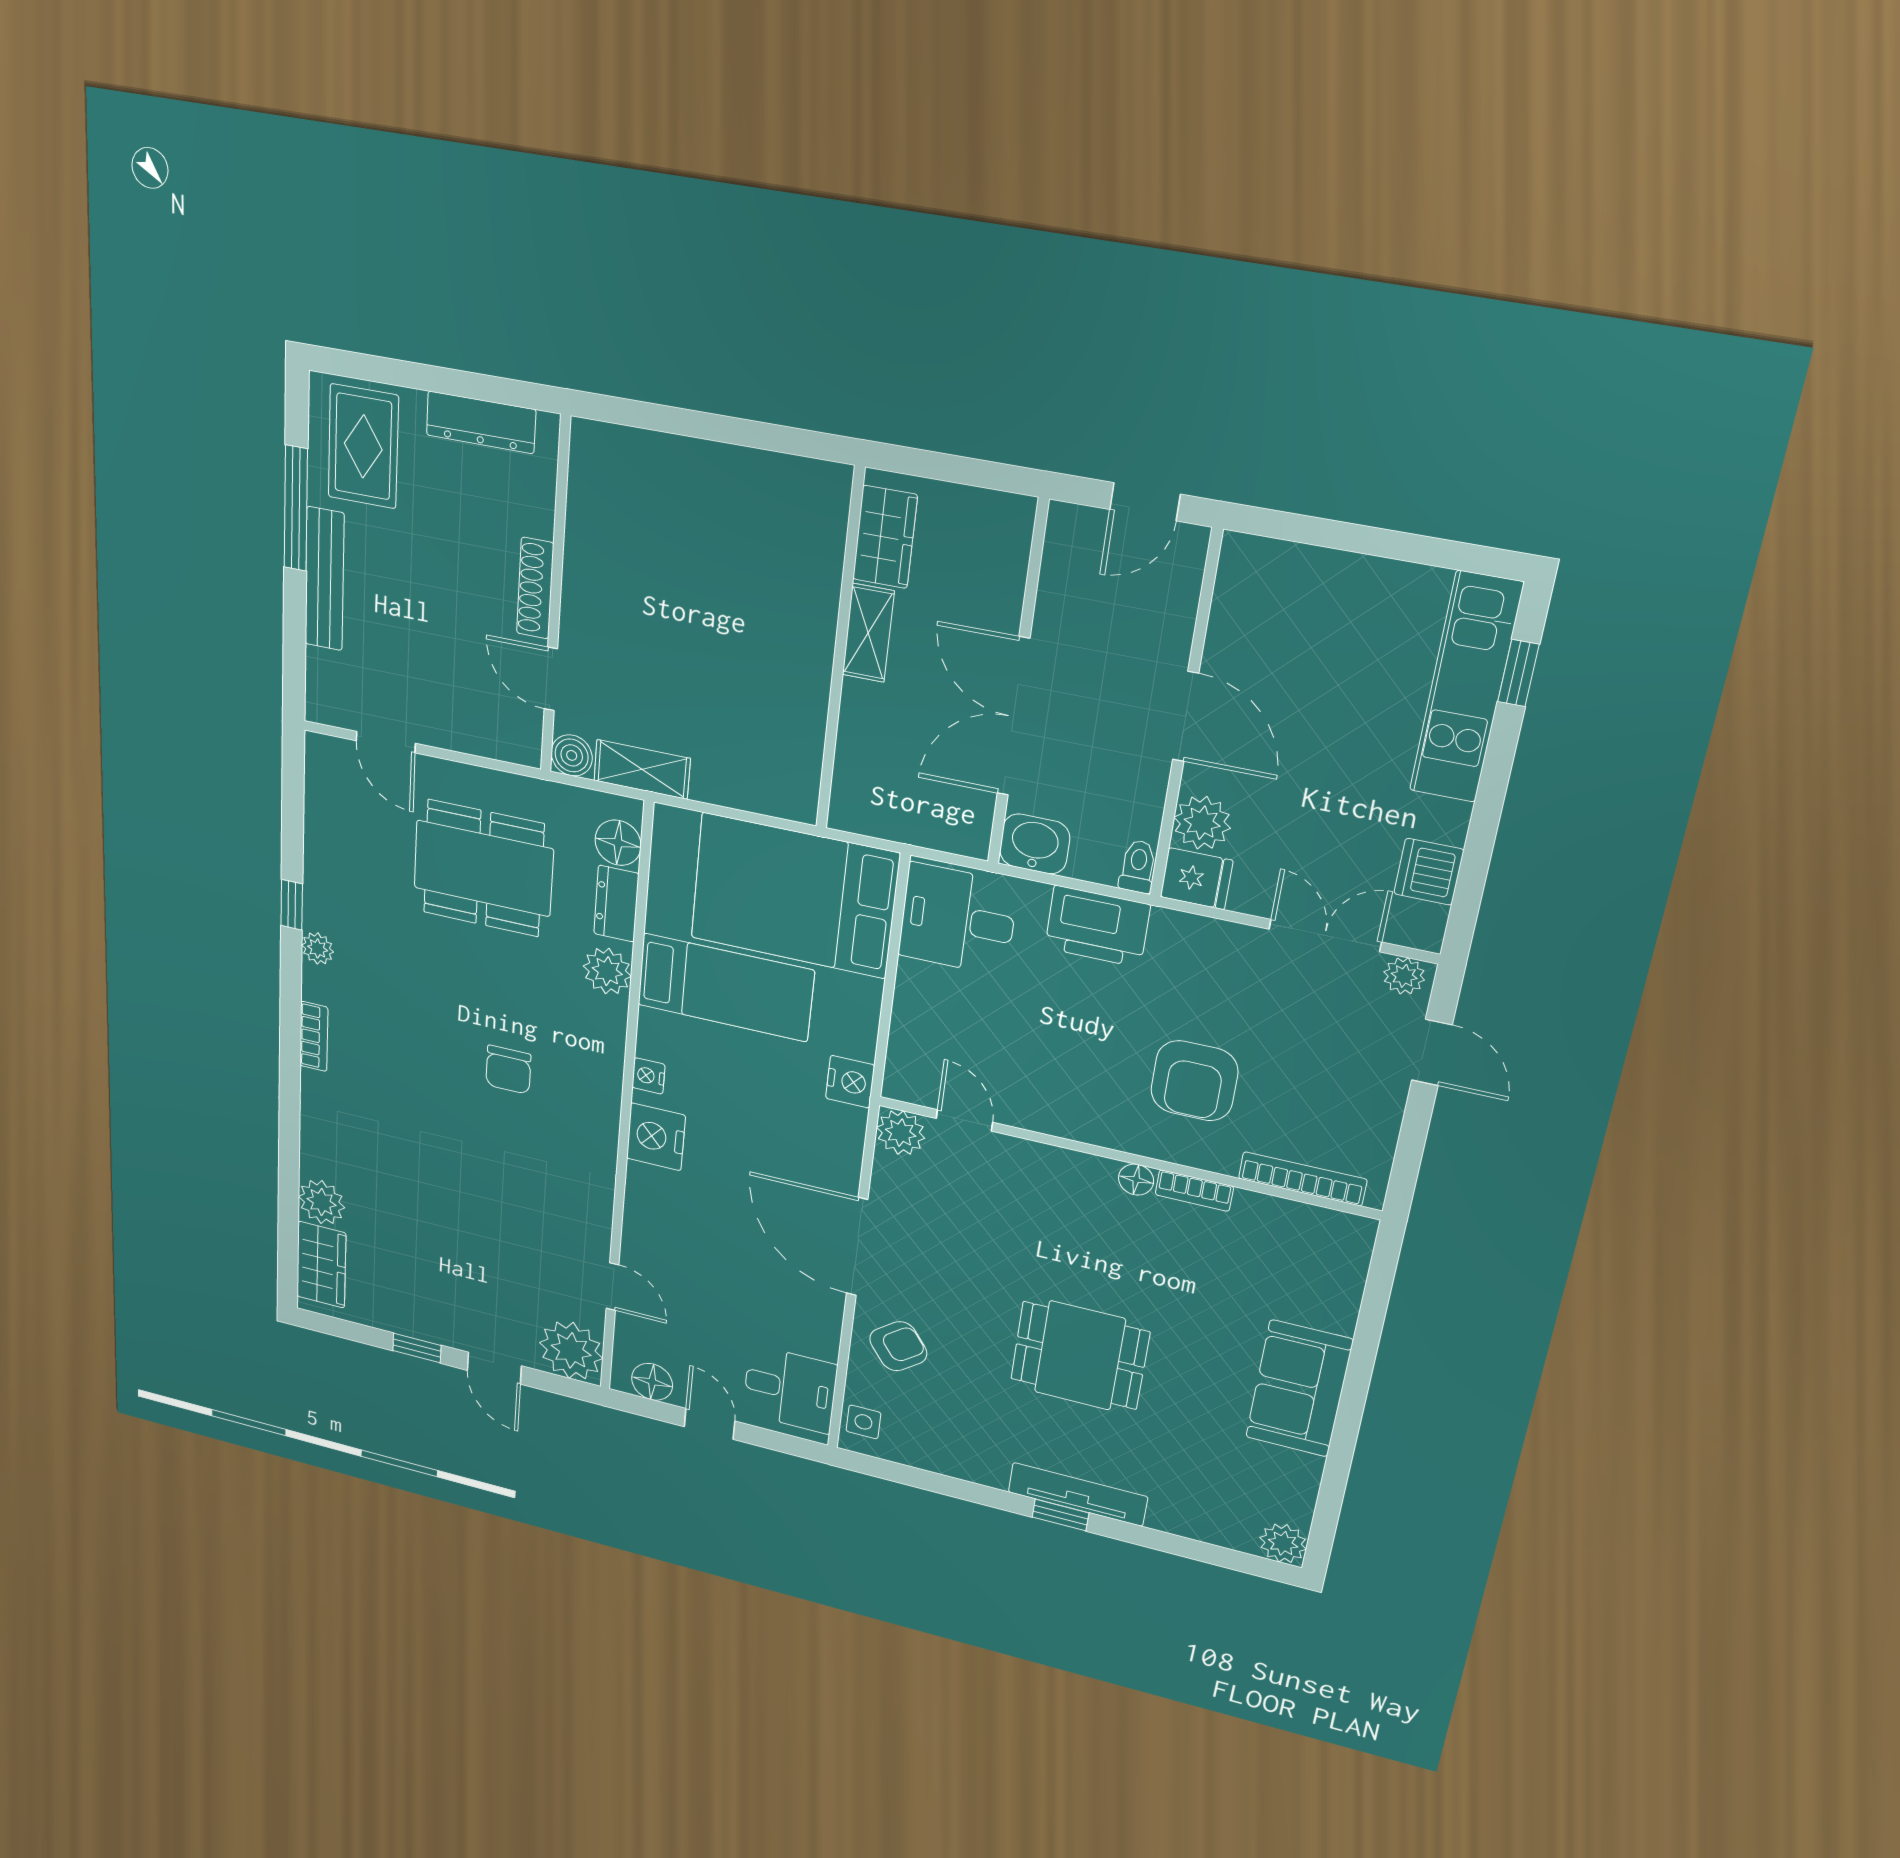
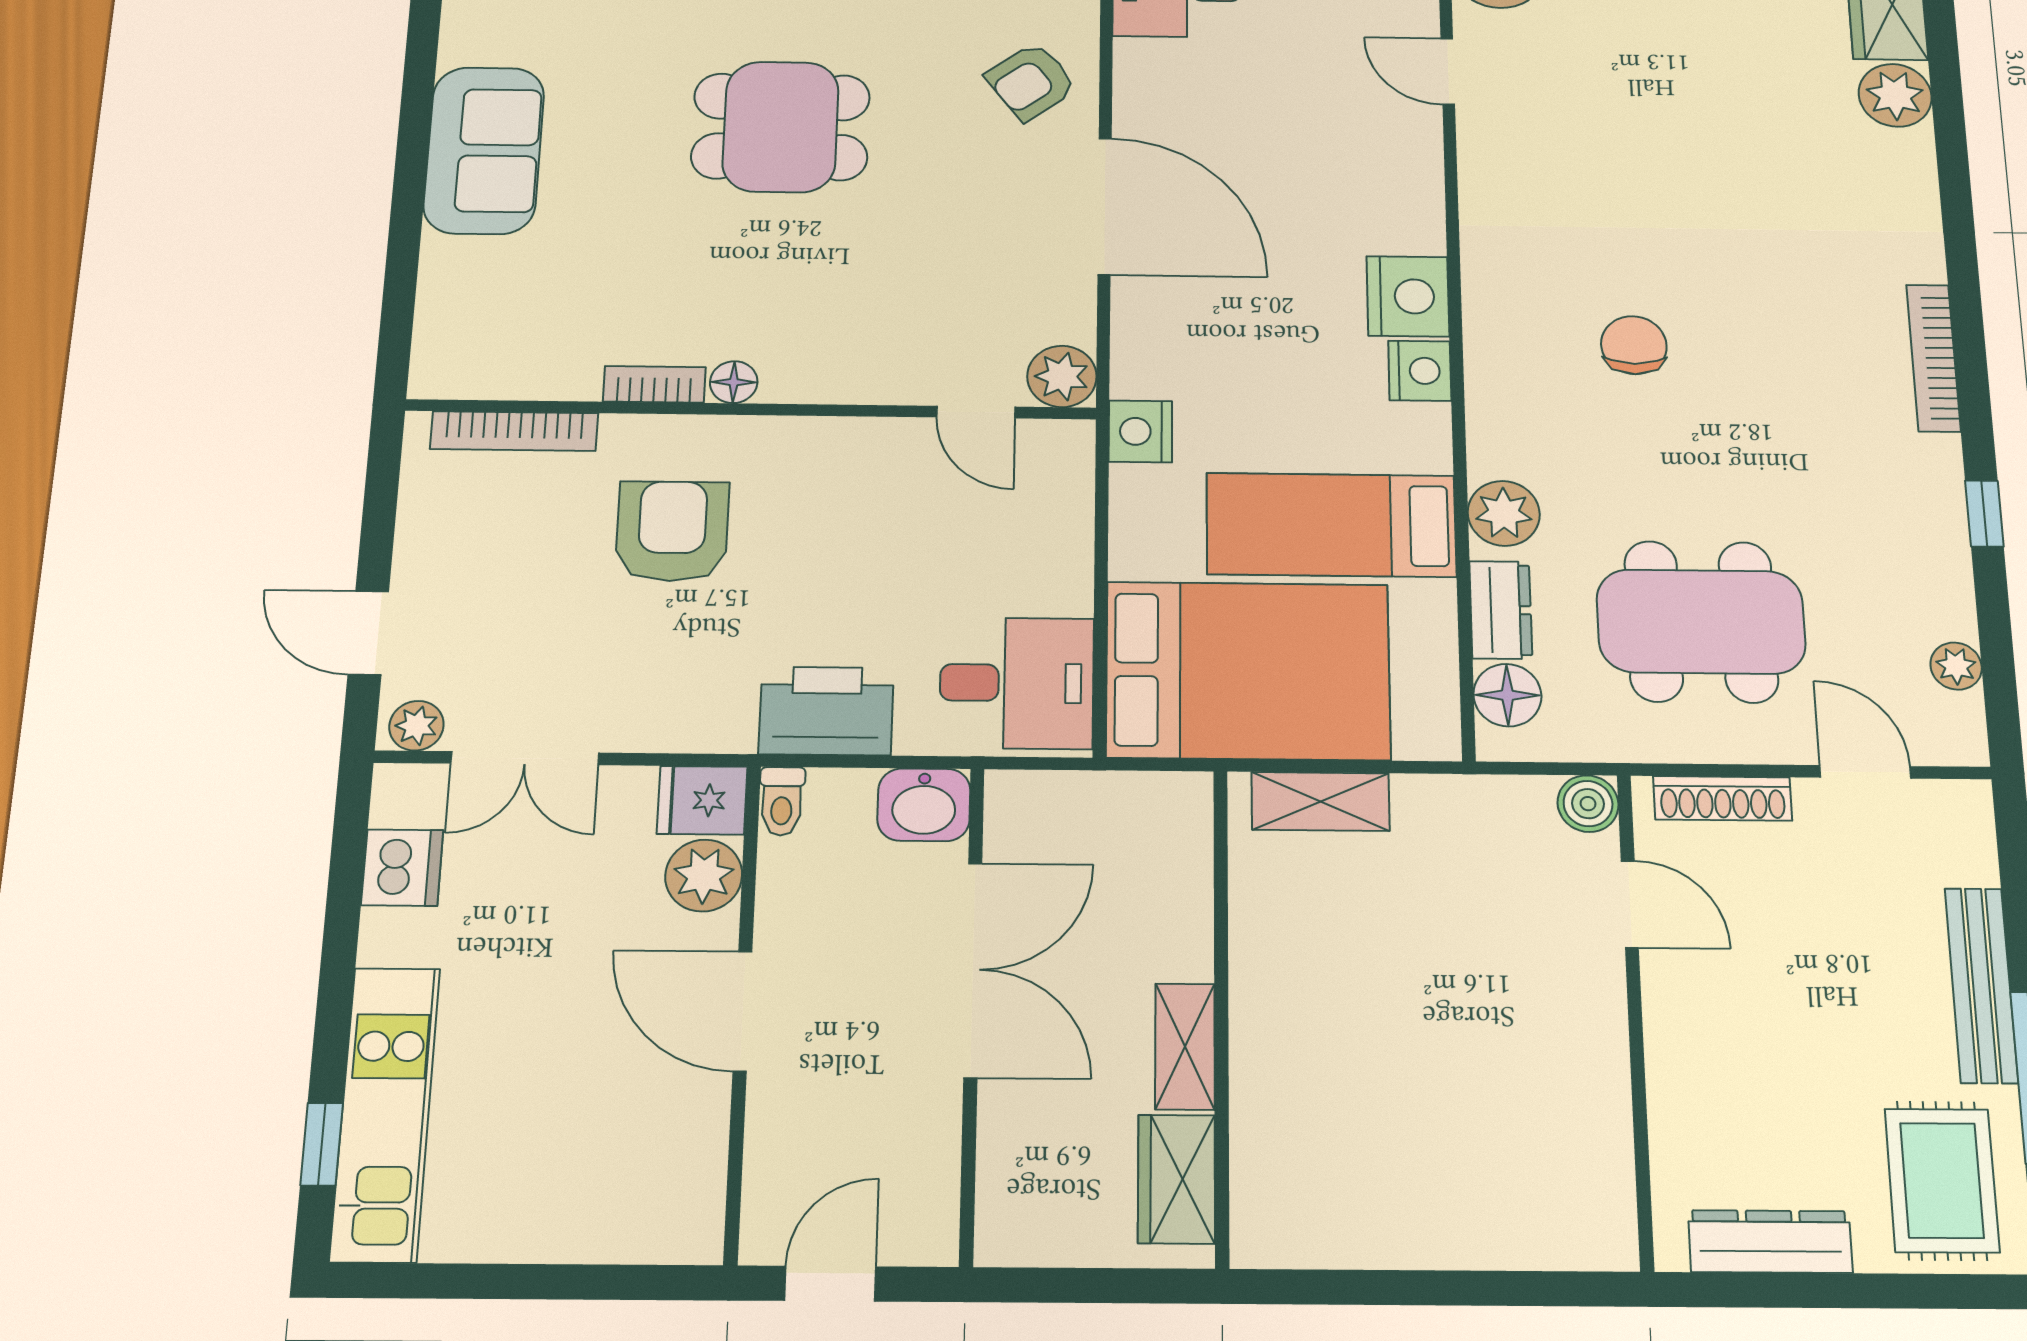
shoe rack: (535, 588) -> (1723, 798), moved, turned 90
shelving: (642, 769) -> (1321, 801), moved
plant: (318, 948) -> (1956, 666), moved
bookcase: (314, 1036) -> (1934, 358), width x1.56
nightstand: (648, 1076) -> (1420, 371), width x1.39, depth x1.35

